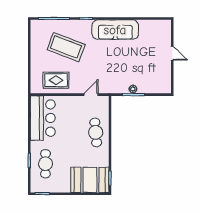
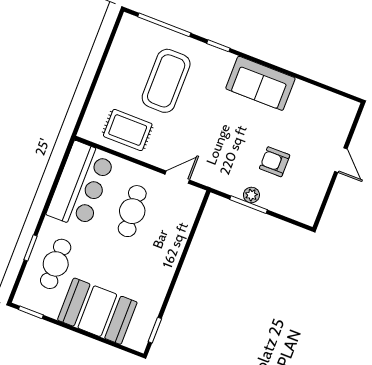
sofa: (115, 30) -> (260, 83), width x0.73
coffee table: (66, 47) -> (166, 81), turned 69
armchair: (138, 67) -> (275, 162), added
cafe table: (96, 132) -> (132, 211), moved
booth: (90, 180) -> (97, 311), moved

